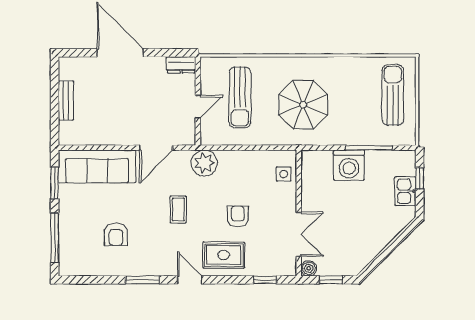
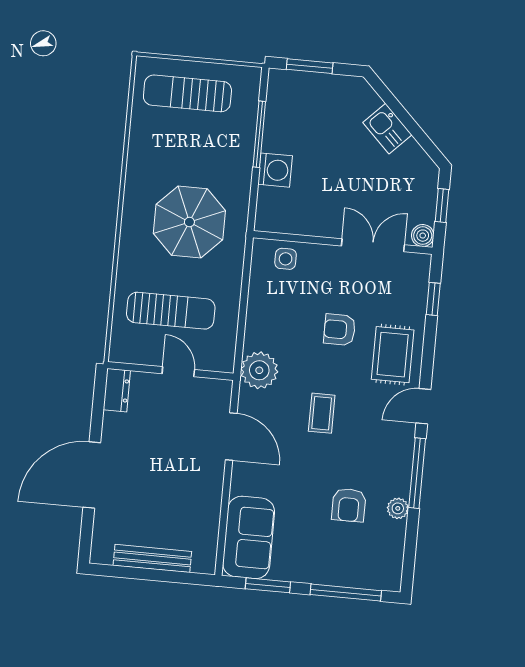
bench: (66, 101) -> (152, 558), width x1.36
washing machine: (349, 165) -> (275, 170), width x0.73, depth x0.73
sofa: (97, 166) -> (249, 537), width x0.73
window: (420, 178) -> (310, 66), width x1.50
kitchen sink: (405, 191) -> (387, 129), moved, turned 45
coffee table: (178, 209) -> (322, 413), turned 90
armchair: (116, 234) -> (349, 505), turned 90
plant: (117, 269) -> (398, 508), added
window: (143, 280) -> (417, 473), width x1.44

